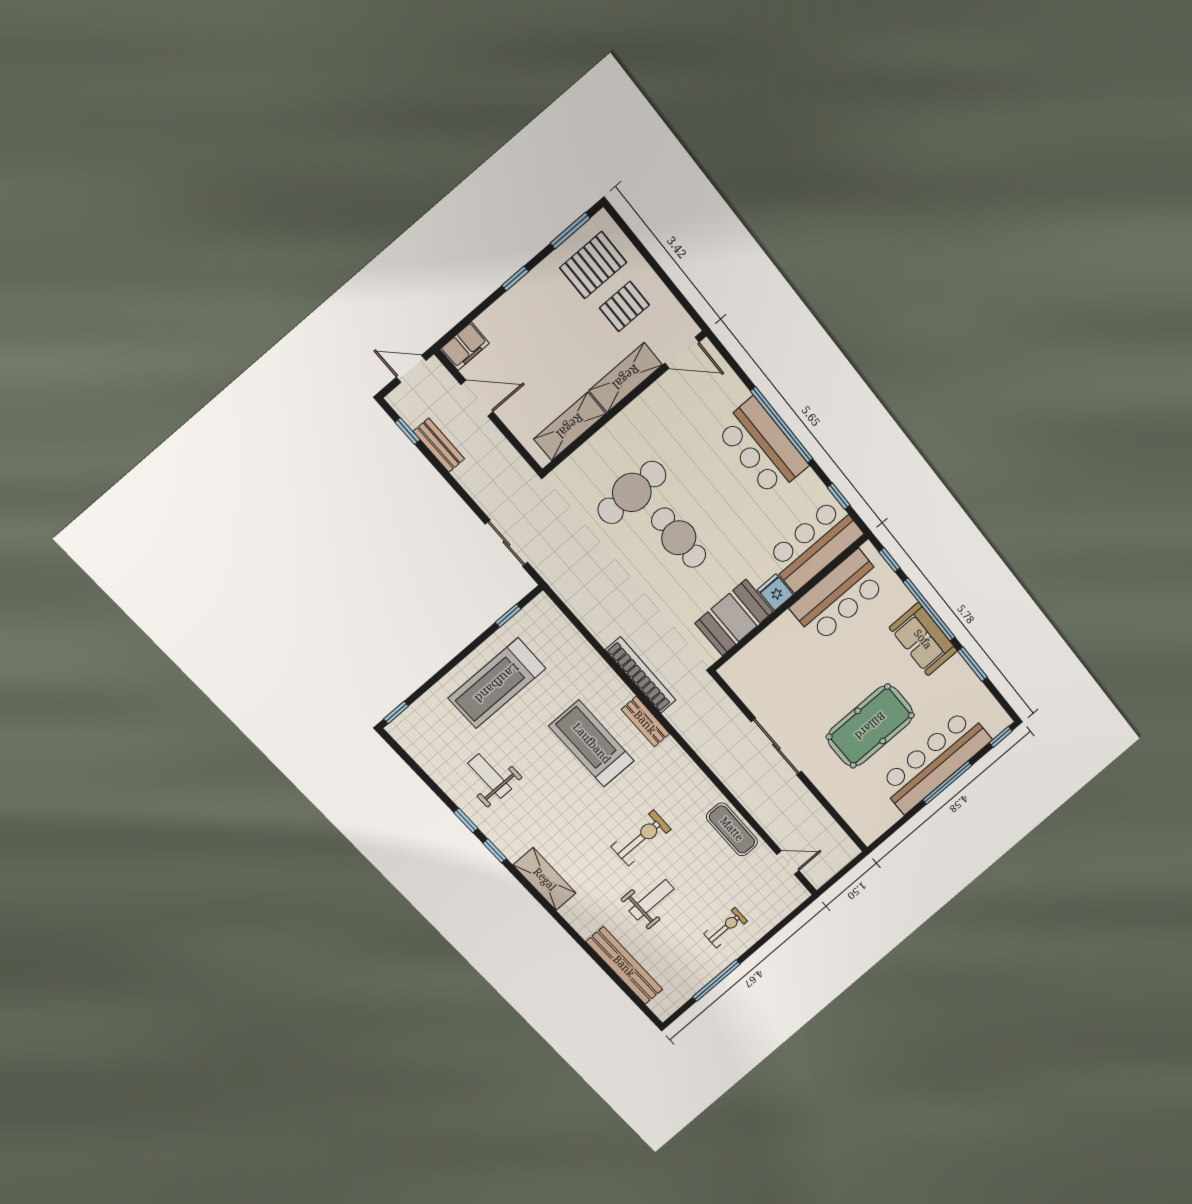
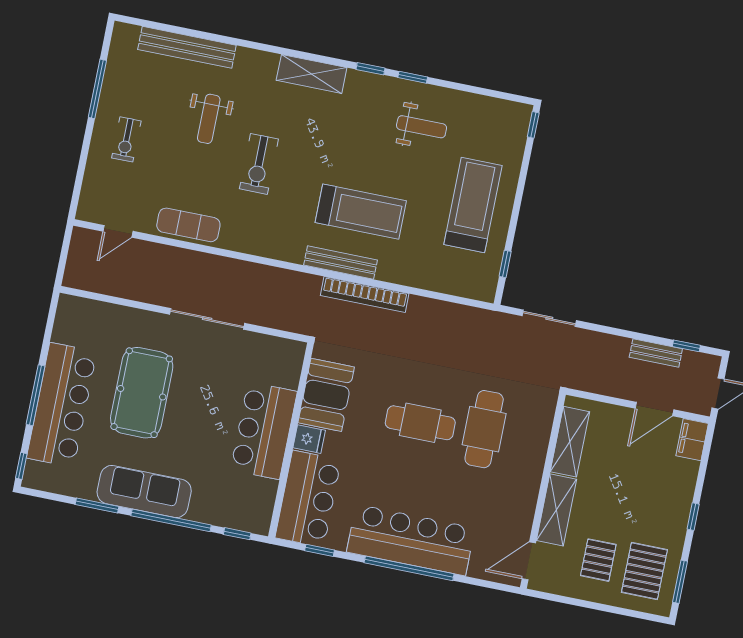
bar counter: (762, 447) -> (411, 540), width x1.36
bar counter: (839, 596) -> (264, 431), moved
sofa: (923, 639) -> (144, 491), width x1.36
bench: (645, 722) -> (341, 263), width x1.36

